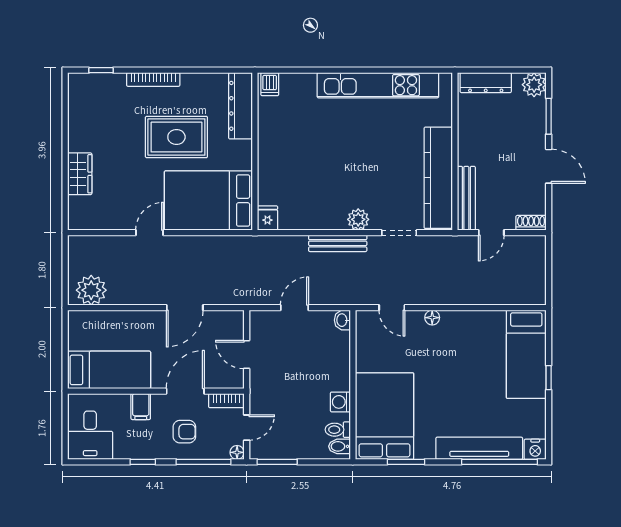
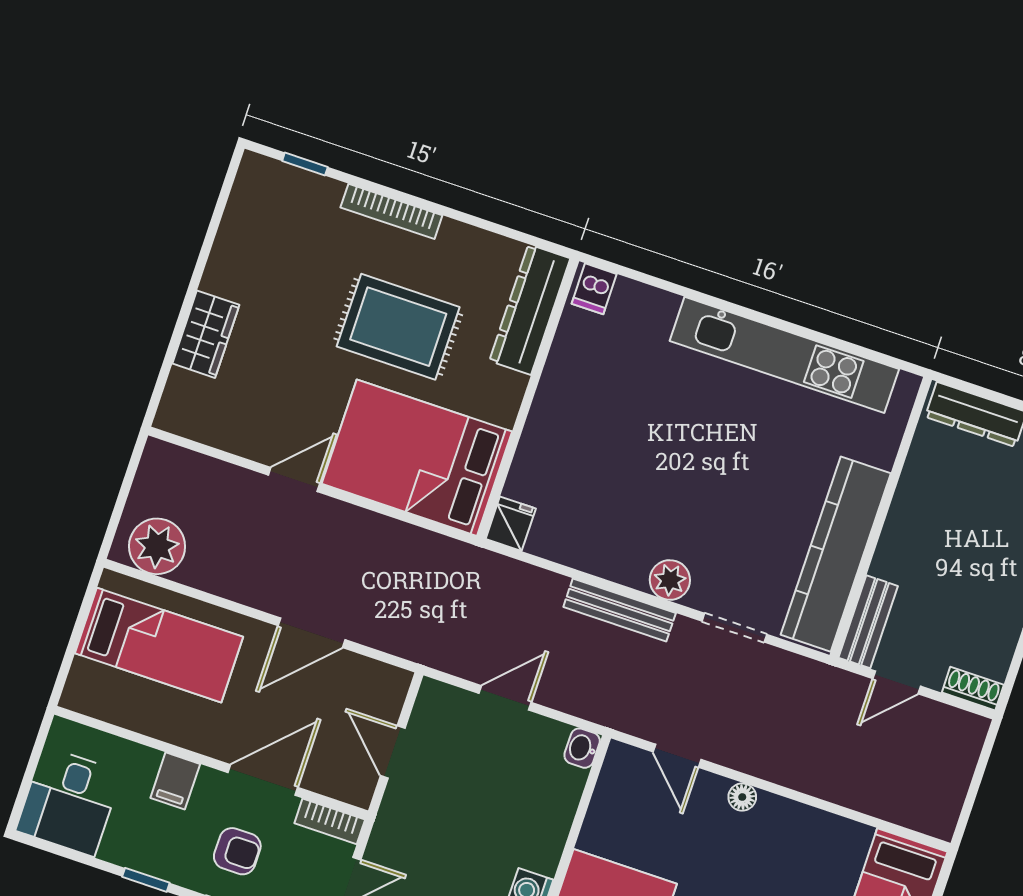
bench: (466, 198) -> (868, 622), width x0.73
bed: (109, 370) -> (159, 645), moved

